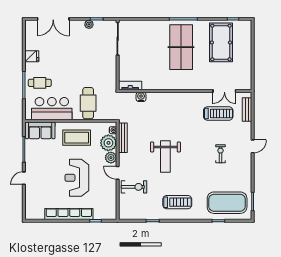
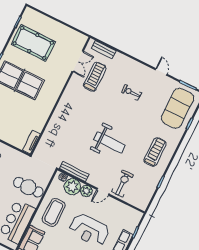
water cooler: (141, 97) -> (46, 138), removed
door: (253, 146) -> (161, 72), moved

